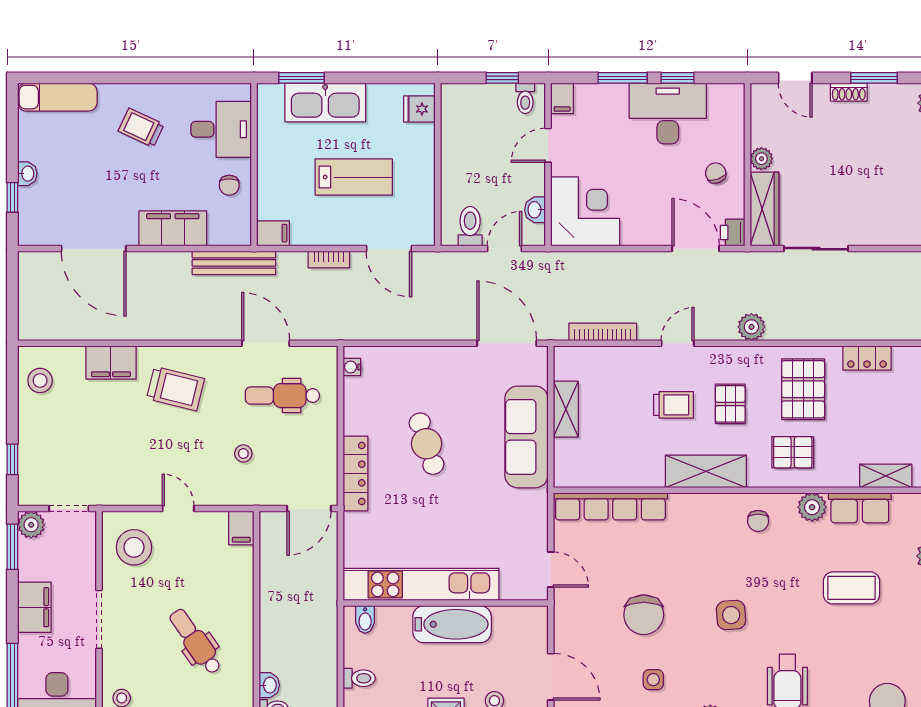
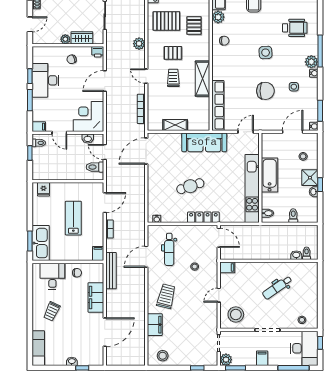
kitchen sink: (325, 103) -> (41, 243), moved
wardrobe: (765, 209) -> (82, 38), width x0.67
door: (696, 249) -> (105, 81), moved
sofa: (526, 437) -> (204, 142), moved
shelving: (706, 471) -> (202, 79), moved
filing cabinet: (34, 607) -> (262, 358), width x0.50

